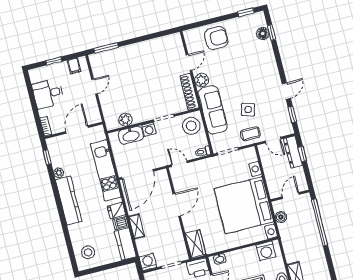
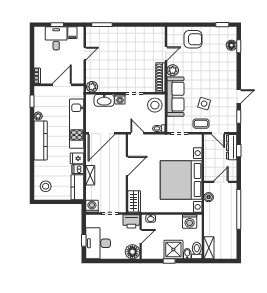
desk: (48, 94) -> (56, 38), moved, turned 90
plant: (125, 120) -> (92, 87), moved

